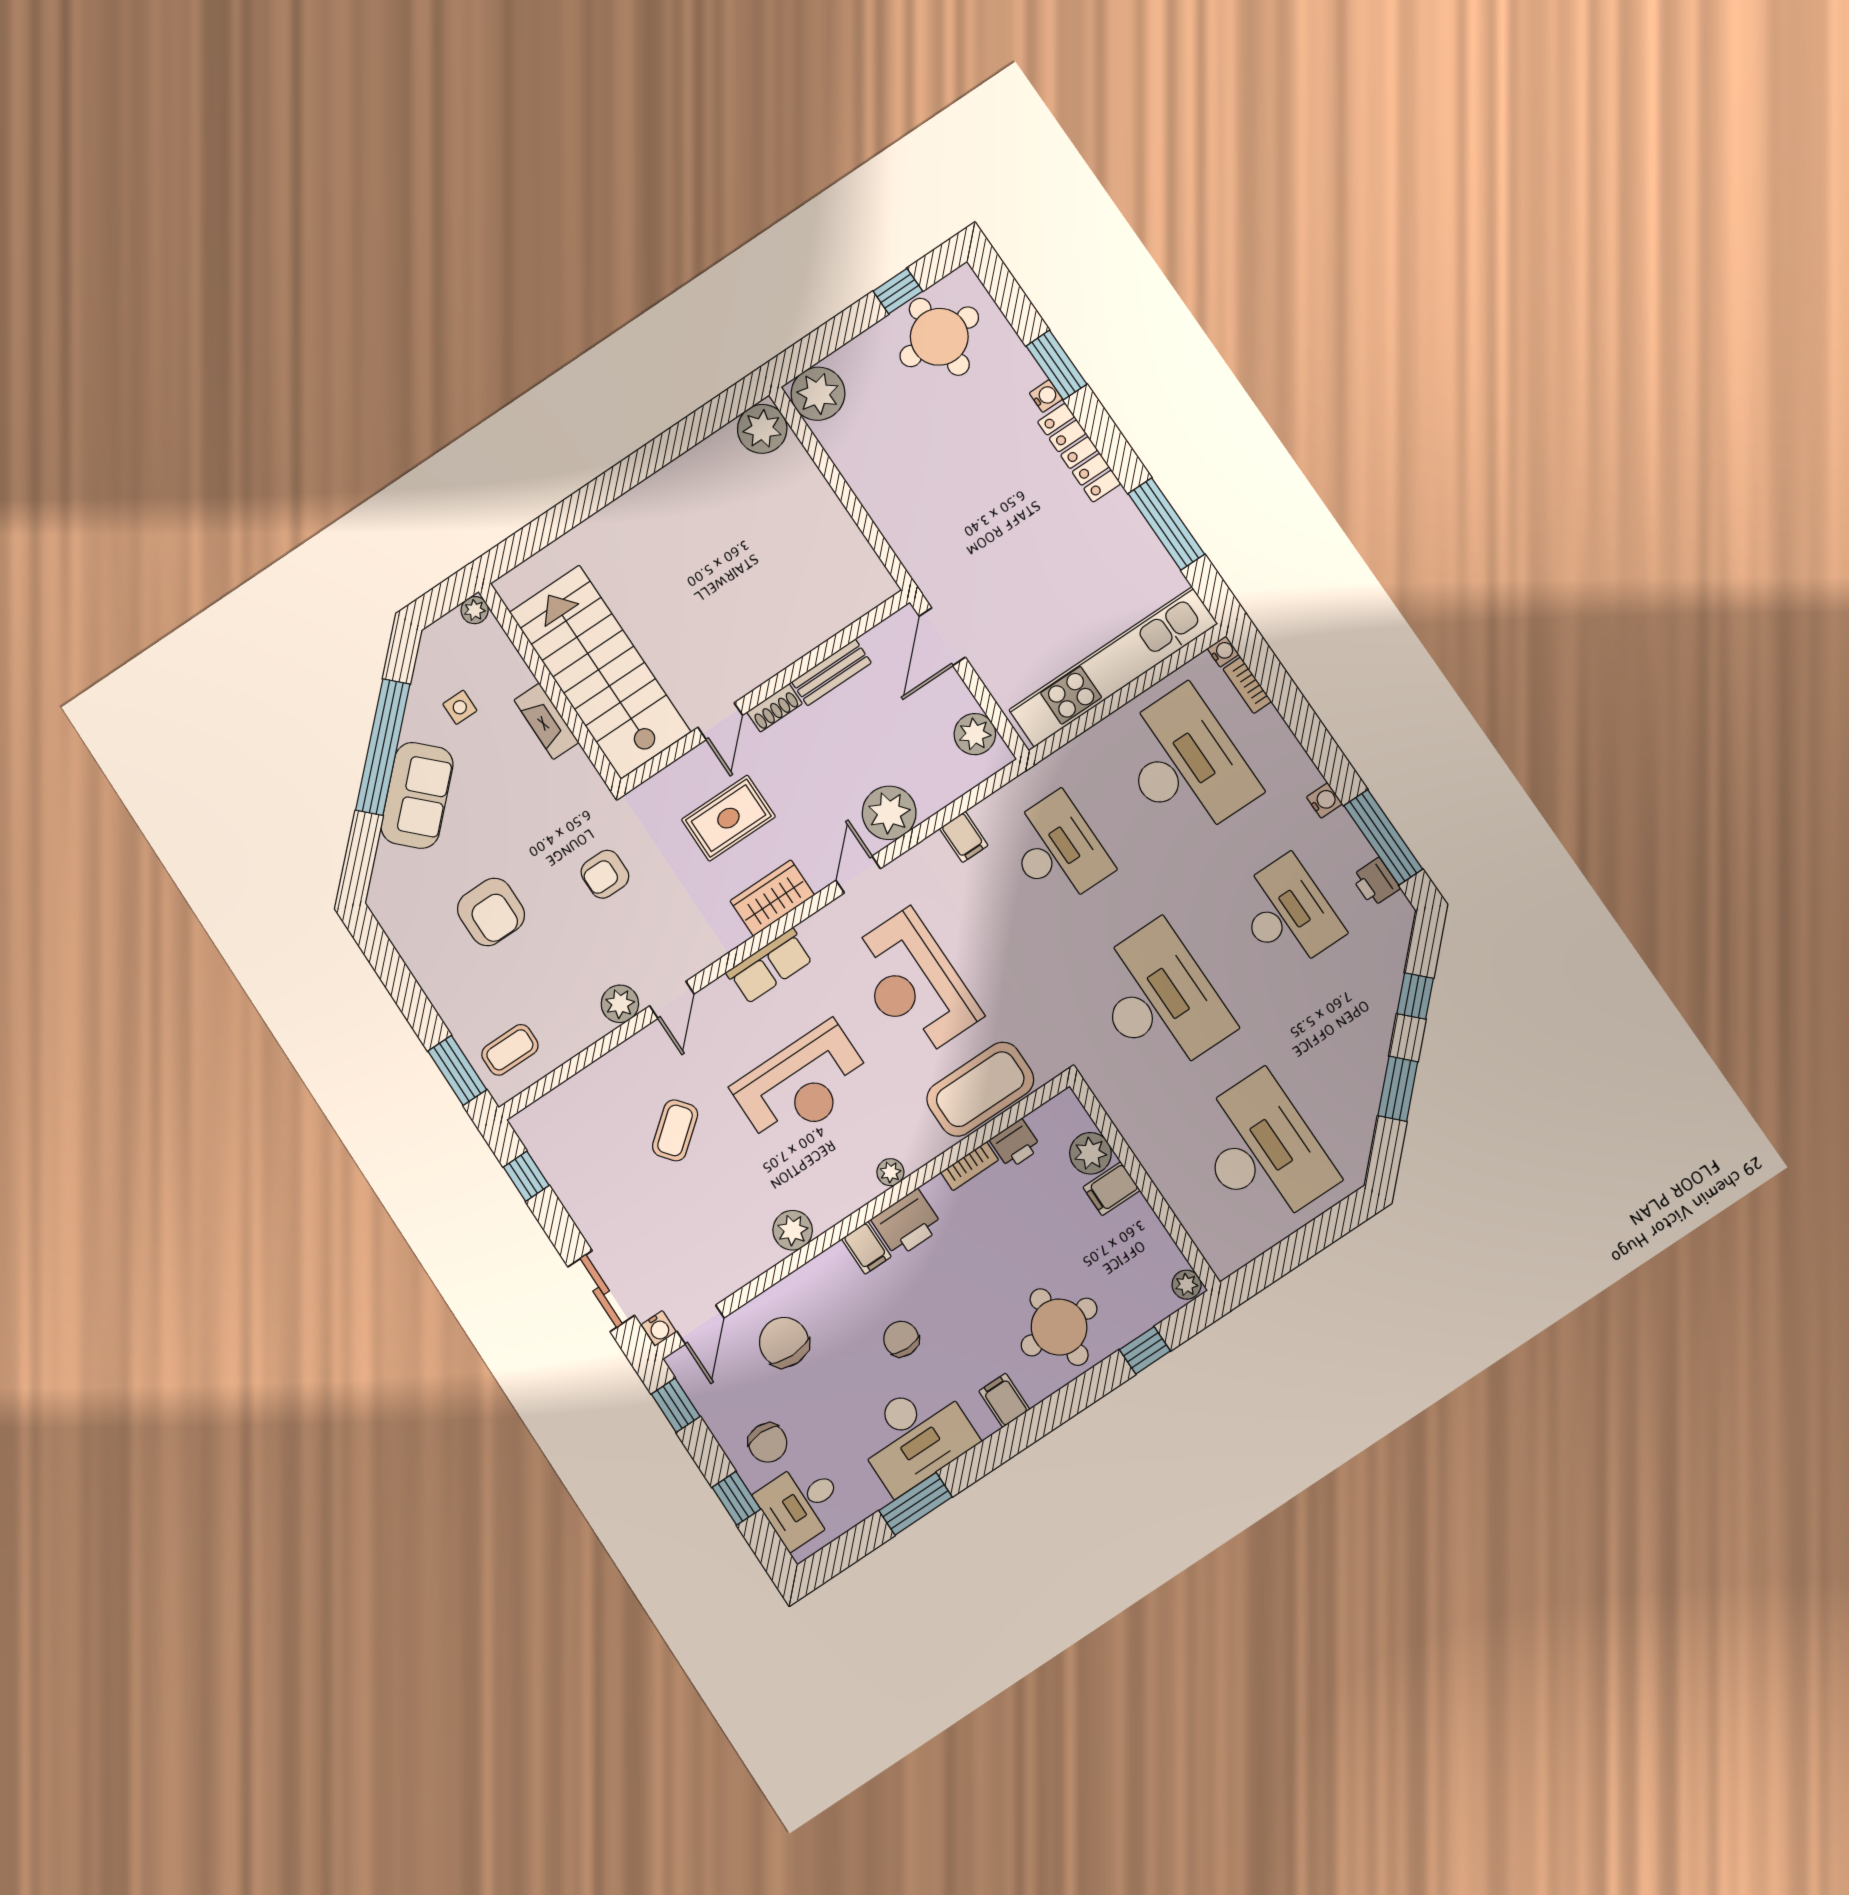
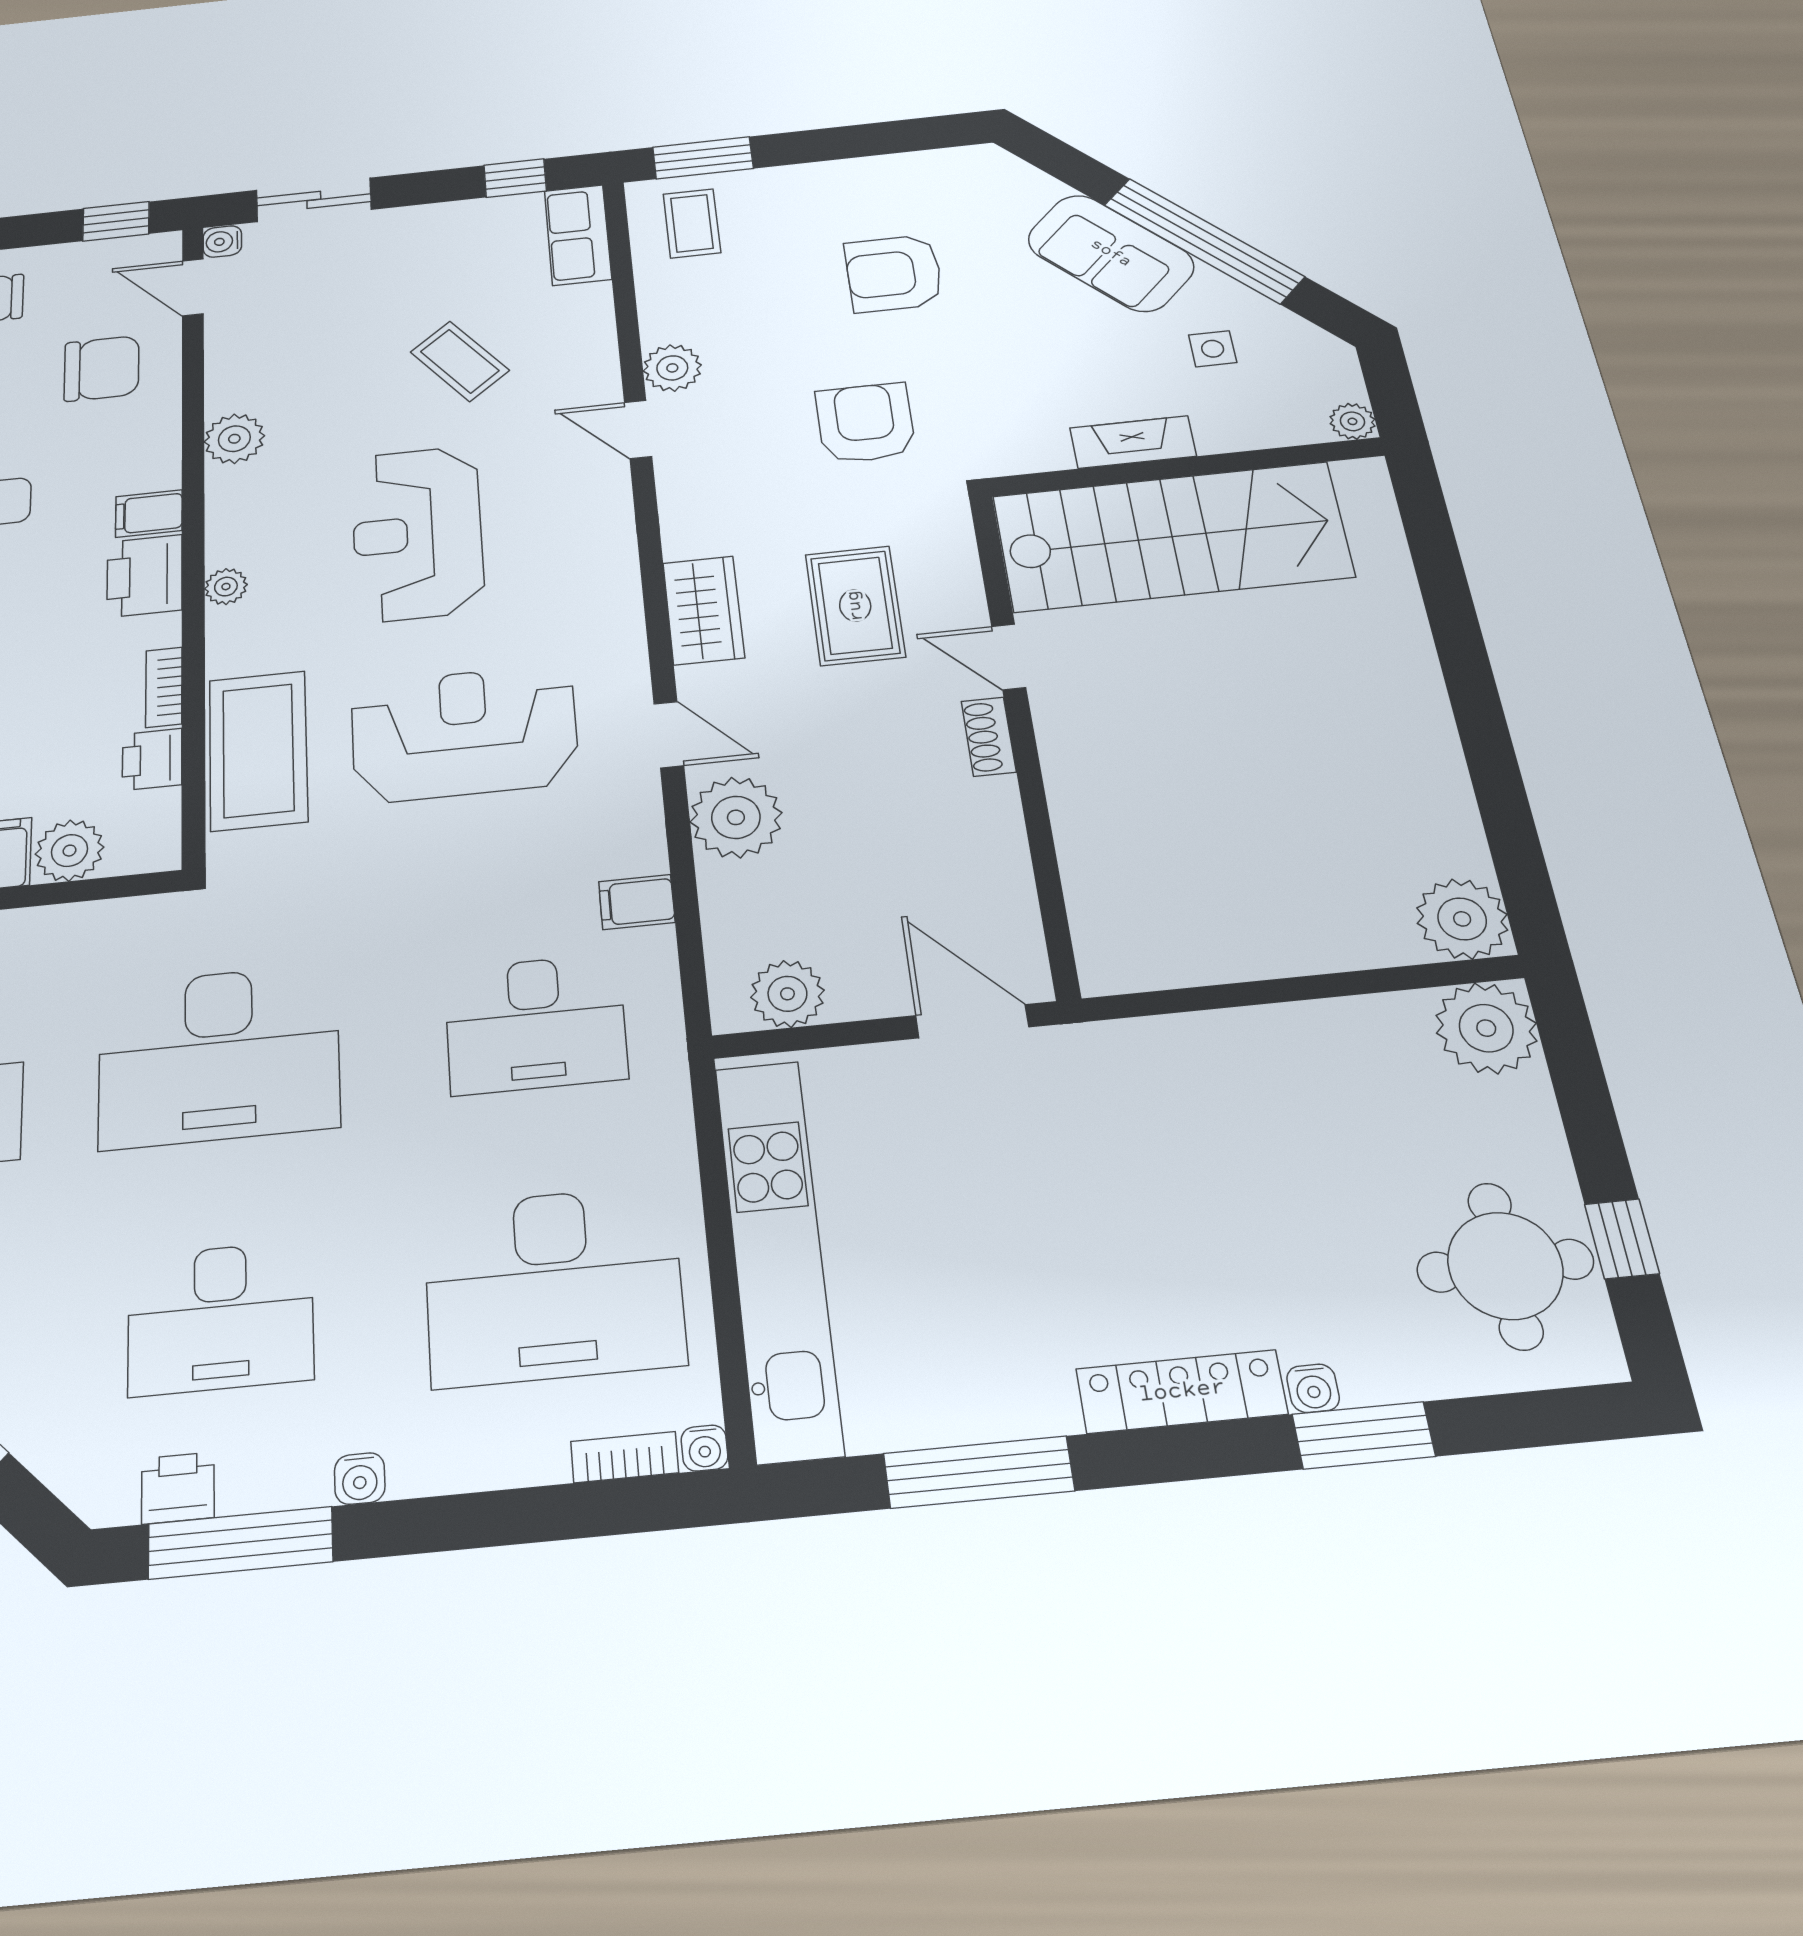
bench: (831, 672) -> (1002, 838), removed
armchair: (605, 874) -> (865, 423), width x1.38, depth x1.38
row of seats: (770, 966) -> (578, 235), moved

